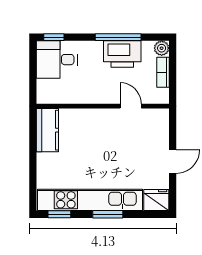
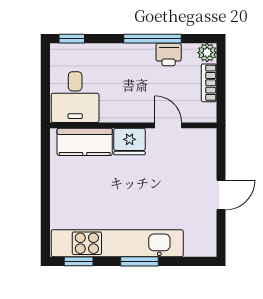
printer: (122, 54) -> (169, 54), width x0.53, depth x0.68
desk: (57, 60) -> (75, 97), moved, turned -90
kitchen counter: (47, 130) -> (85, 142), moved, turned 90
fridge: (156, 200) -> (130, 141), moved, turned 180

